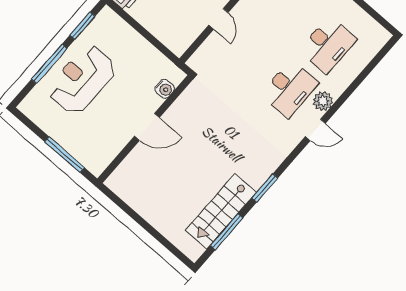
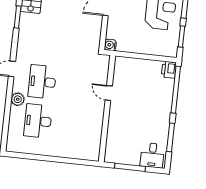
water cooler: (165, 89) -> (110, 45), moved
plant: (323, 101) -> (18, 99), moved

